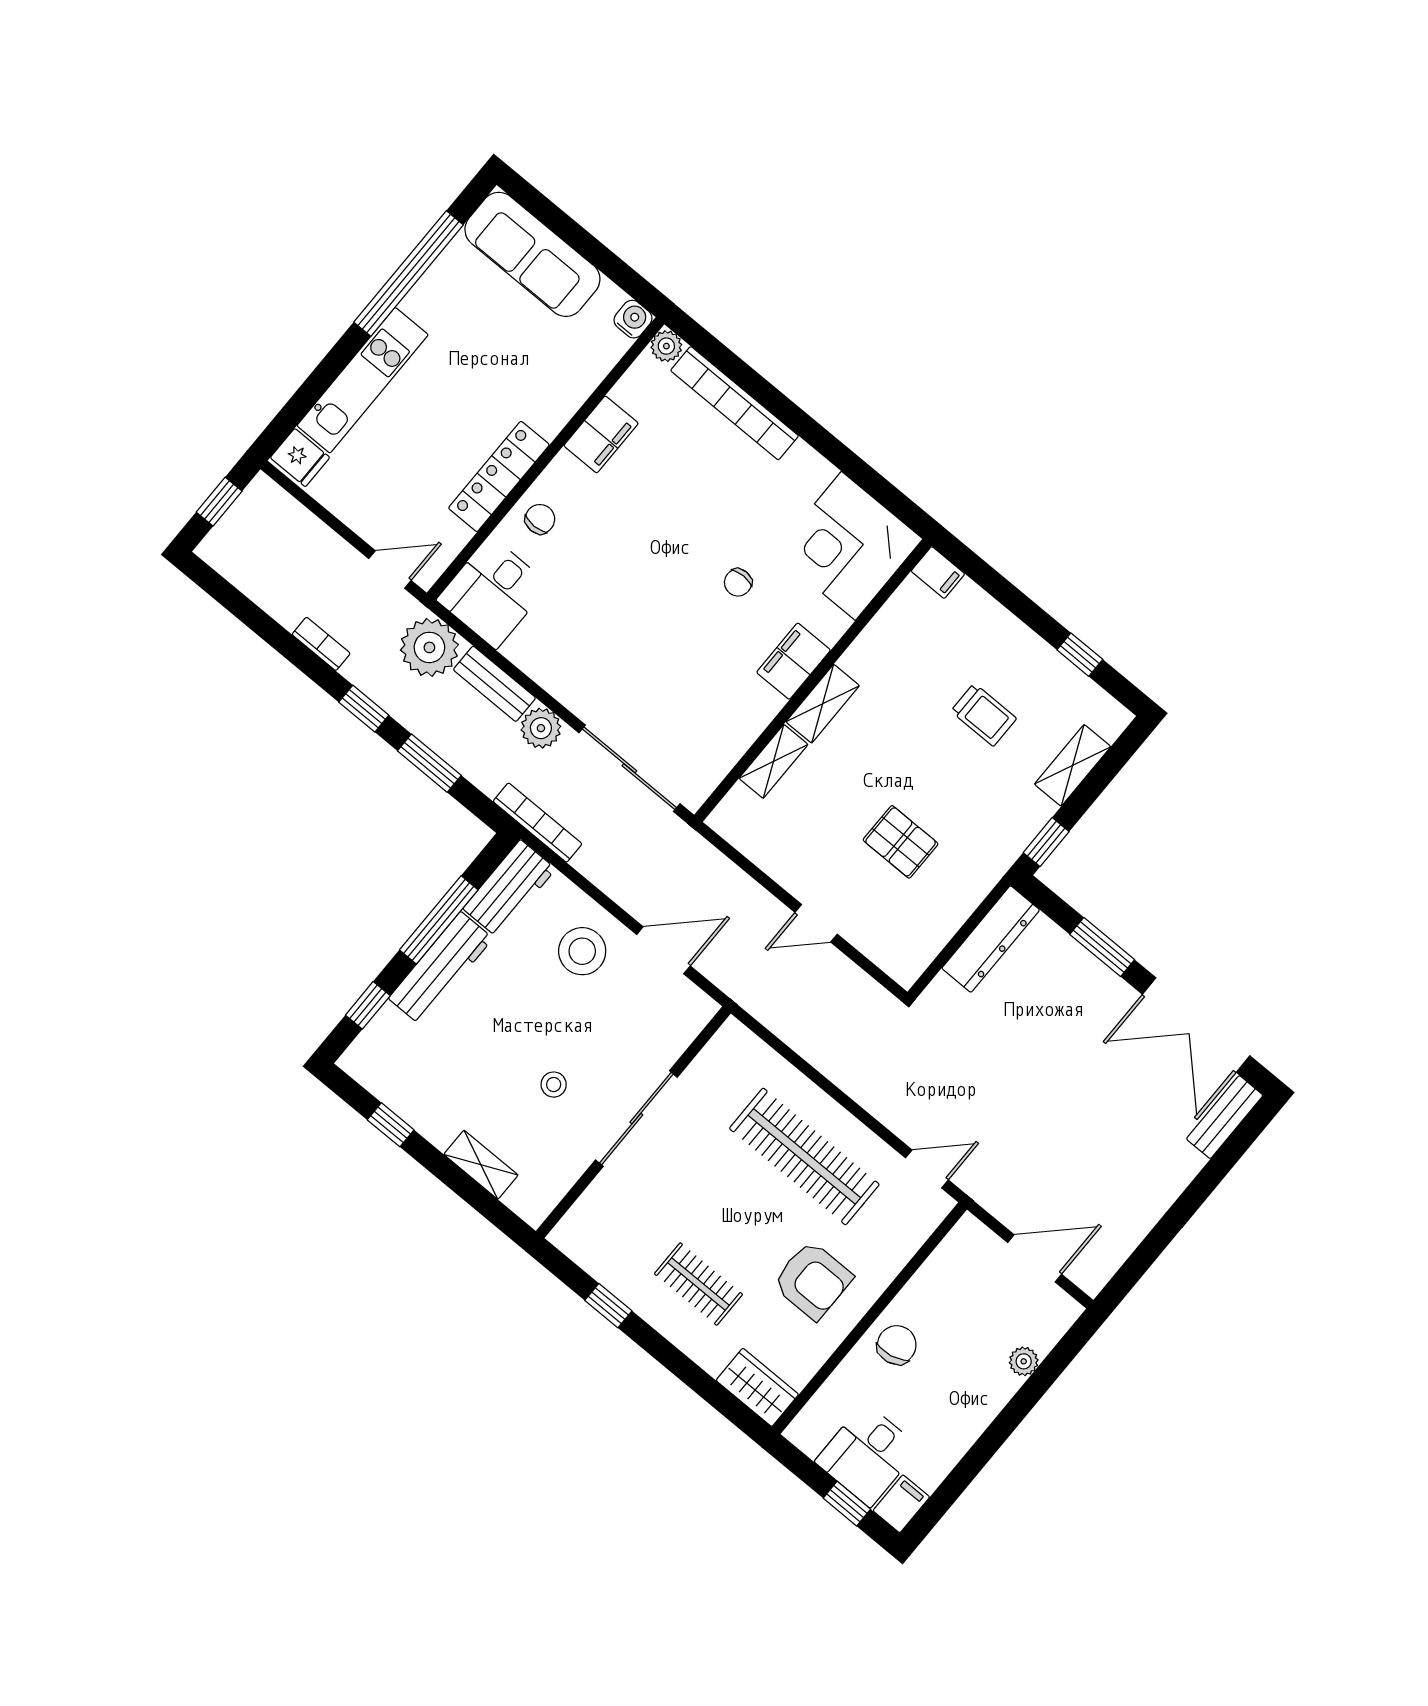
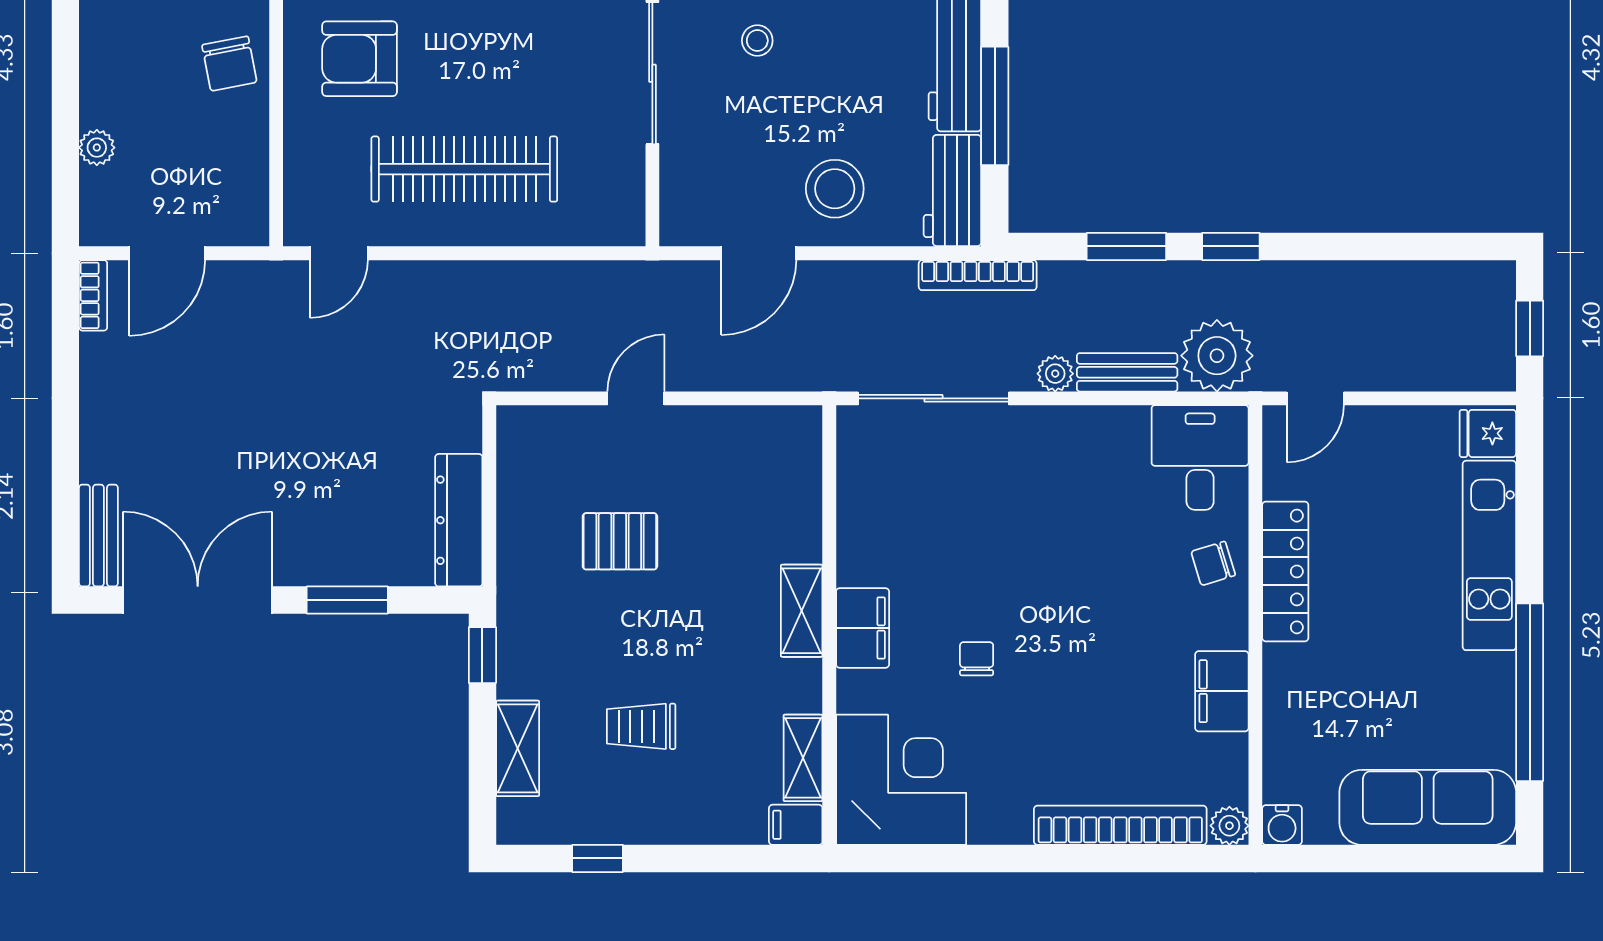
chair: (540, 519) -> (1213, 563), turned 73
bookcase: (321, 644) -> (93, 295), moved, turned -90
plant: (541, 728) -> (1055, 374), width x0.73, depth x0.73
shelving: (773, 761) -> (803, 758), moved

